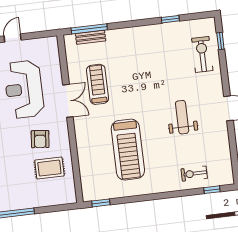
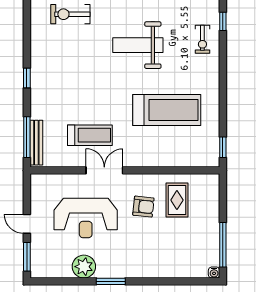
window: (170, 19) -> (27, 78), moved
bench: (91, 37) -> (36, 143), width x1.36
treadmill: (98, 84) -> (90, 135), turned 180
weight bench: (182, 117) -> (138, 45), width x1.36, depth x1.33

